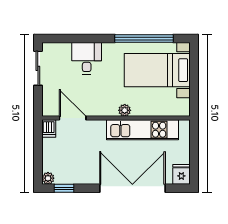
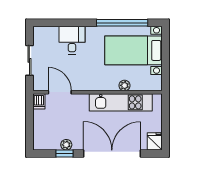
sliding door: (38, 68) -> (29, 60), moved
plant: (125, 110) -> (124, 85), moved
plant: (48, 178) -> (66, 145), moved
window: (64, 188) -> (65, 154), moved

